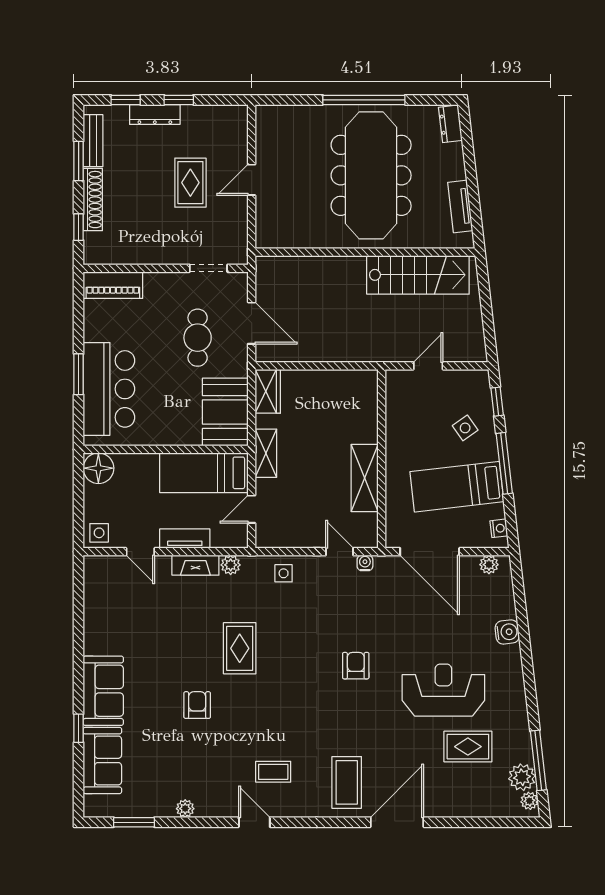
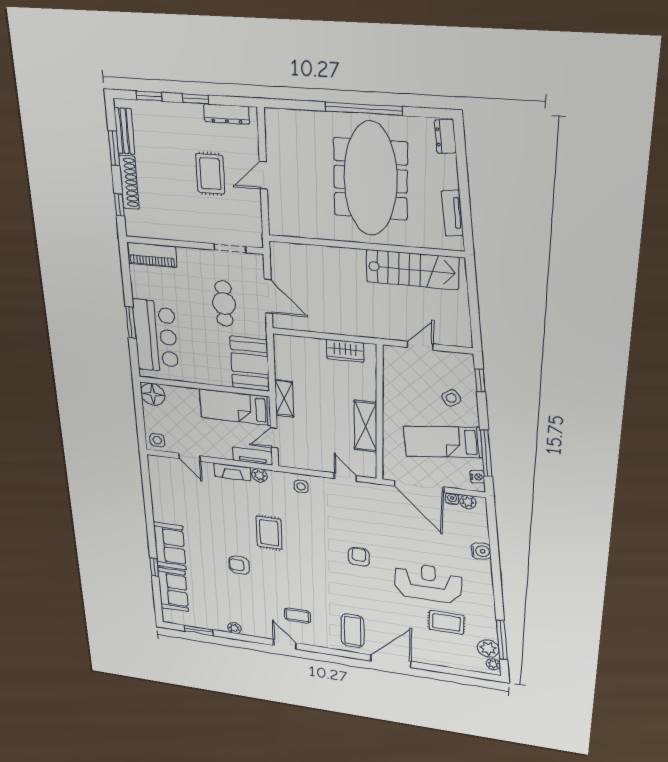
dresser: (155, 114) -> (226, 114), moved
wardrobe: (268, 391) -> (345, 351), moved, turned 90
window: (504, 463) -> (486, 453), moved
tv unit: (185, 539) -> (253, 456), moved
water cooler: (365, 563) -> (452, 499), moved
armchair: (197, 705) -> (239, 565), turned -90

